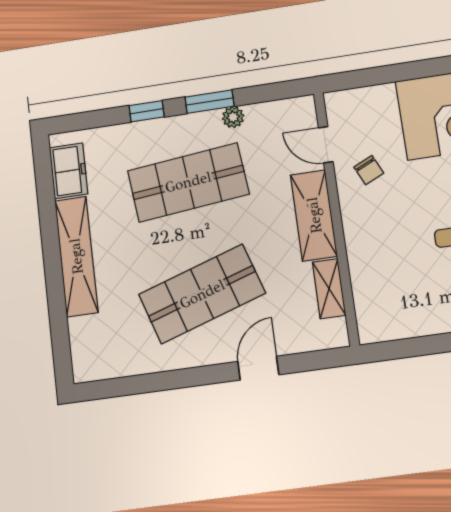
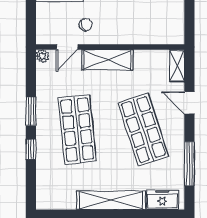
plant: (233, 117) -> (42, 56), moved
freezer: (69, 171) -> (162, 200), moved
shelving: (329, 289) -> (177, 66), moved, turned 90
window: (153, 382) -> (189, 164), added

